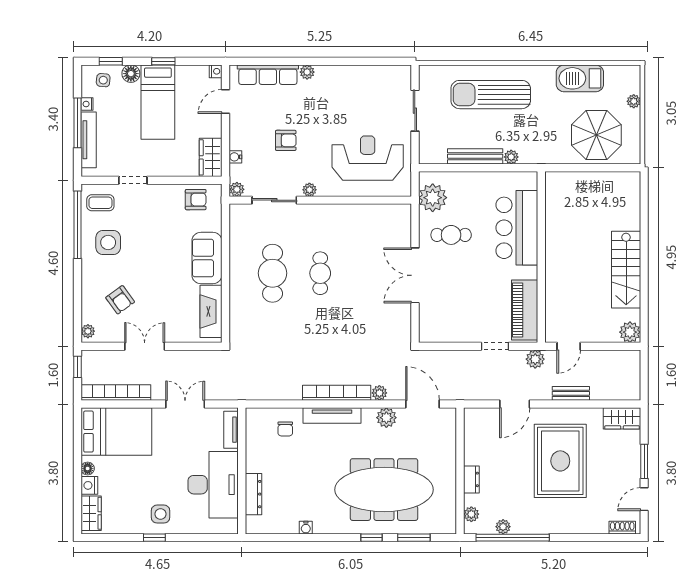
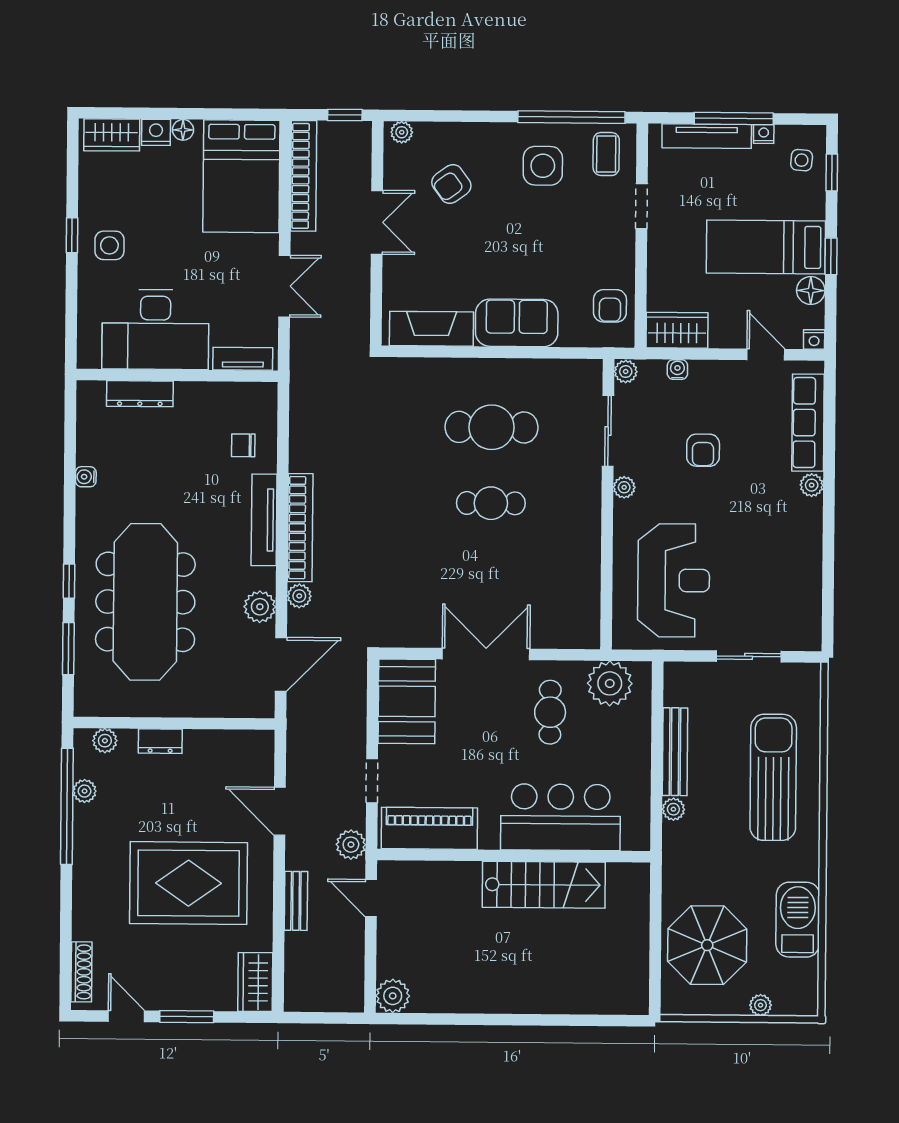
floor lamp: (131, 74) -> (811, 290), moved
stairs: (626, 270) -> (544, 885), moved, turned 180
booth: (445, 325) -> (407, 701), added
shoe rack: (622, 528) -> (81, 972), width x1.43

